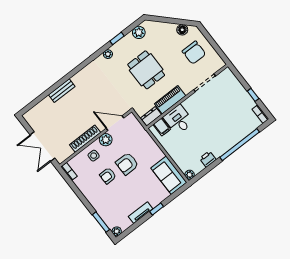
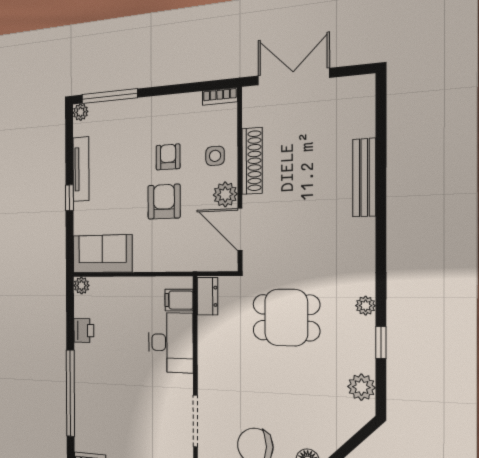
dining table: (146, 70) -> (286, 318), moved
bench: (62, 91) -> (364, 178), width x1.36
piano: (170, 100) -> (210, 347), removed
desk: (178, 120) -> (171, 343), width x1.37
door: (115, 123) -> (240, 229), swing flipped
tv unit: (141, 213) -> (81, 169), width x1.41
window: (101, 222) -> (109, 96), width x1.44

